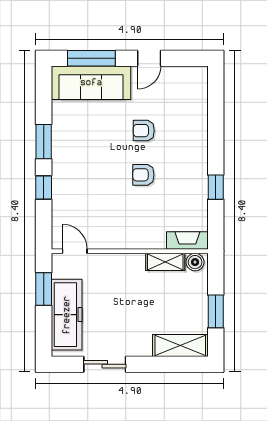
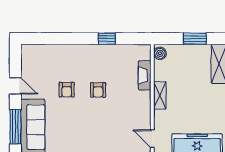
fireplace: (187, 241) -> (145, 75), moved
door: (75, 251) -> (152, 139), hinge flipped
shelving: (165, 262) -> (160, 96), moved

